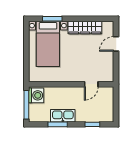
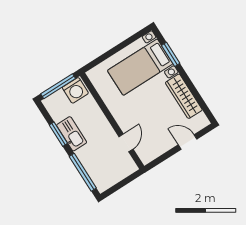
door: (91, 84) -> (126, 143), swing flipped
window: (92, 124) -> (83, 172), width x2.17

